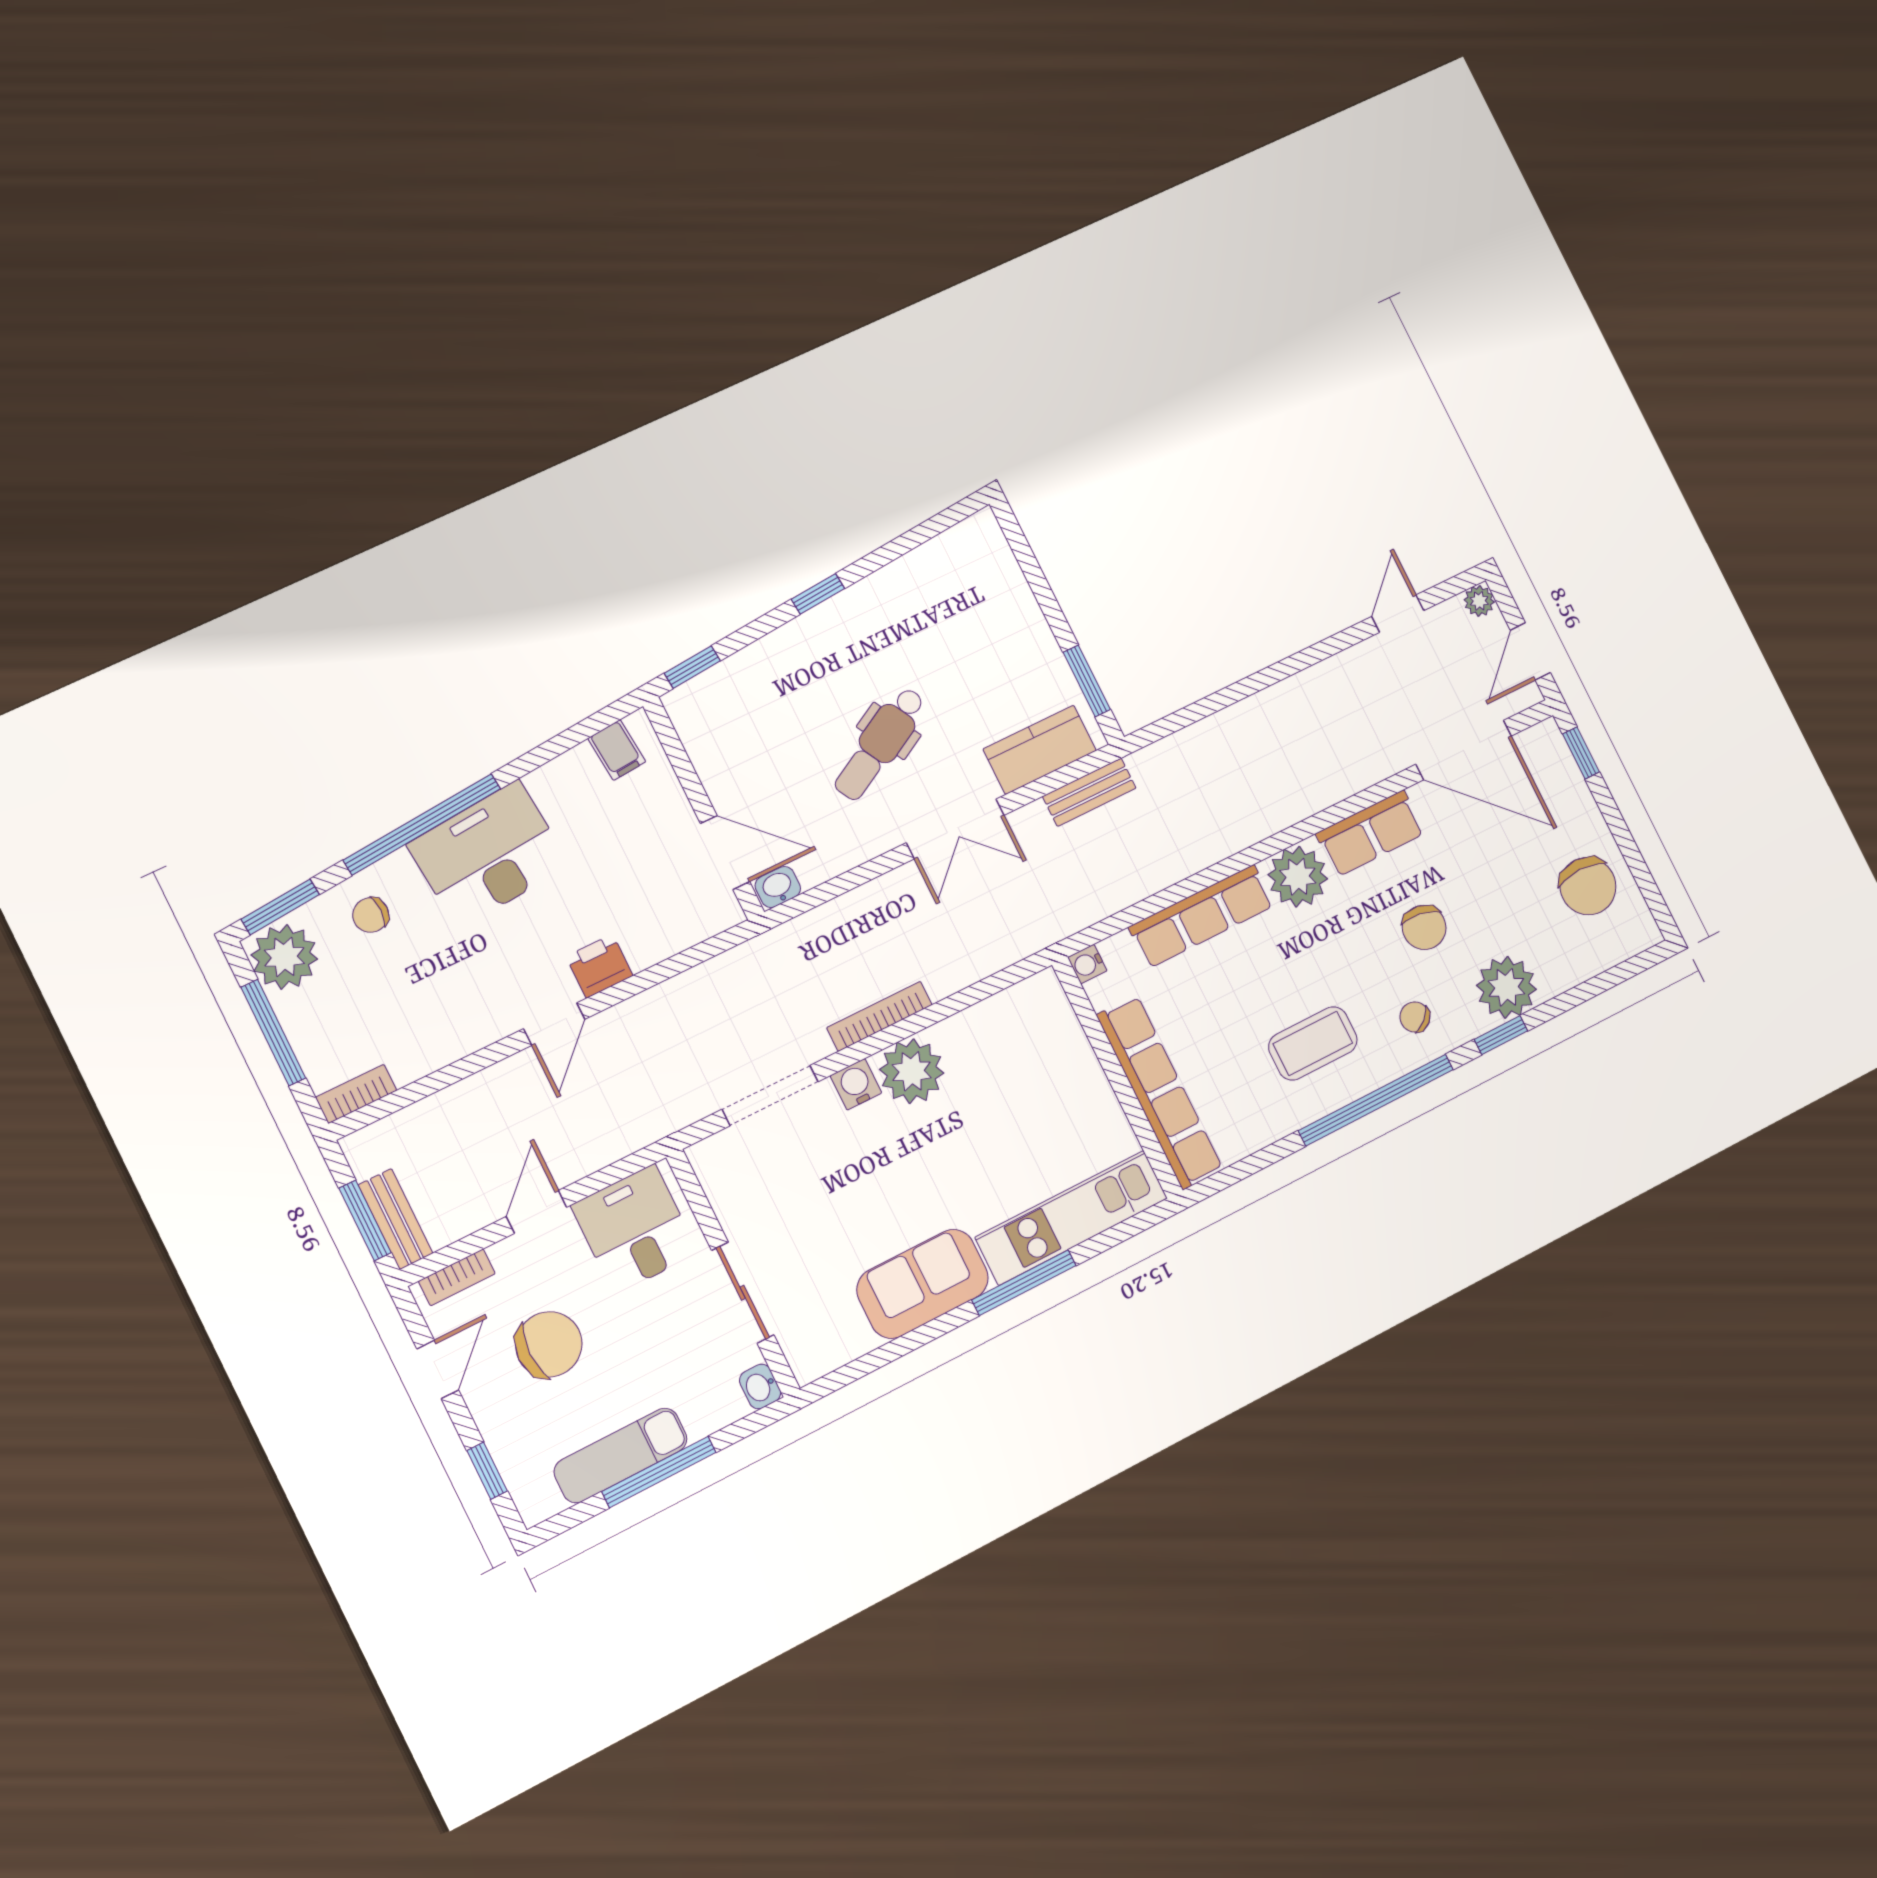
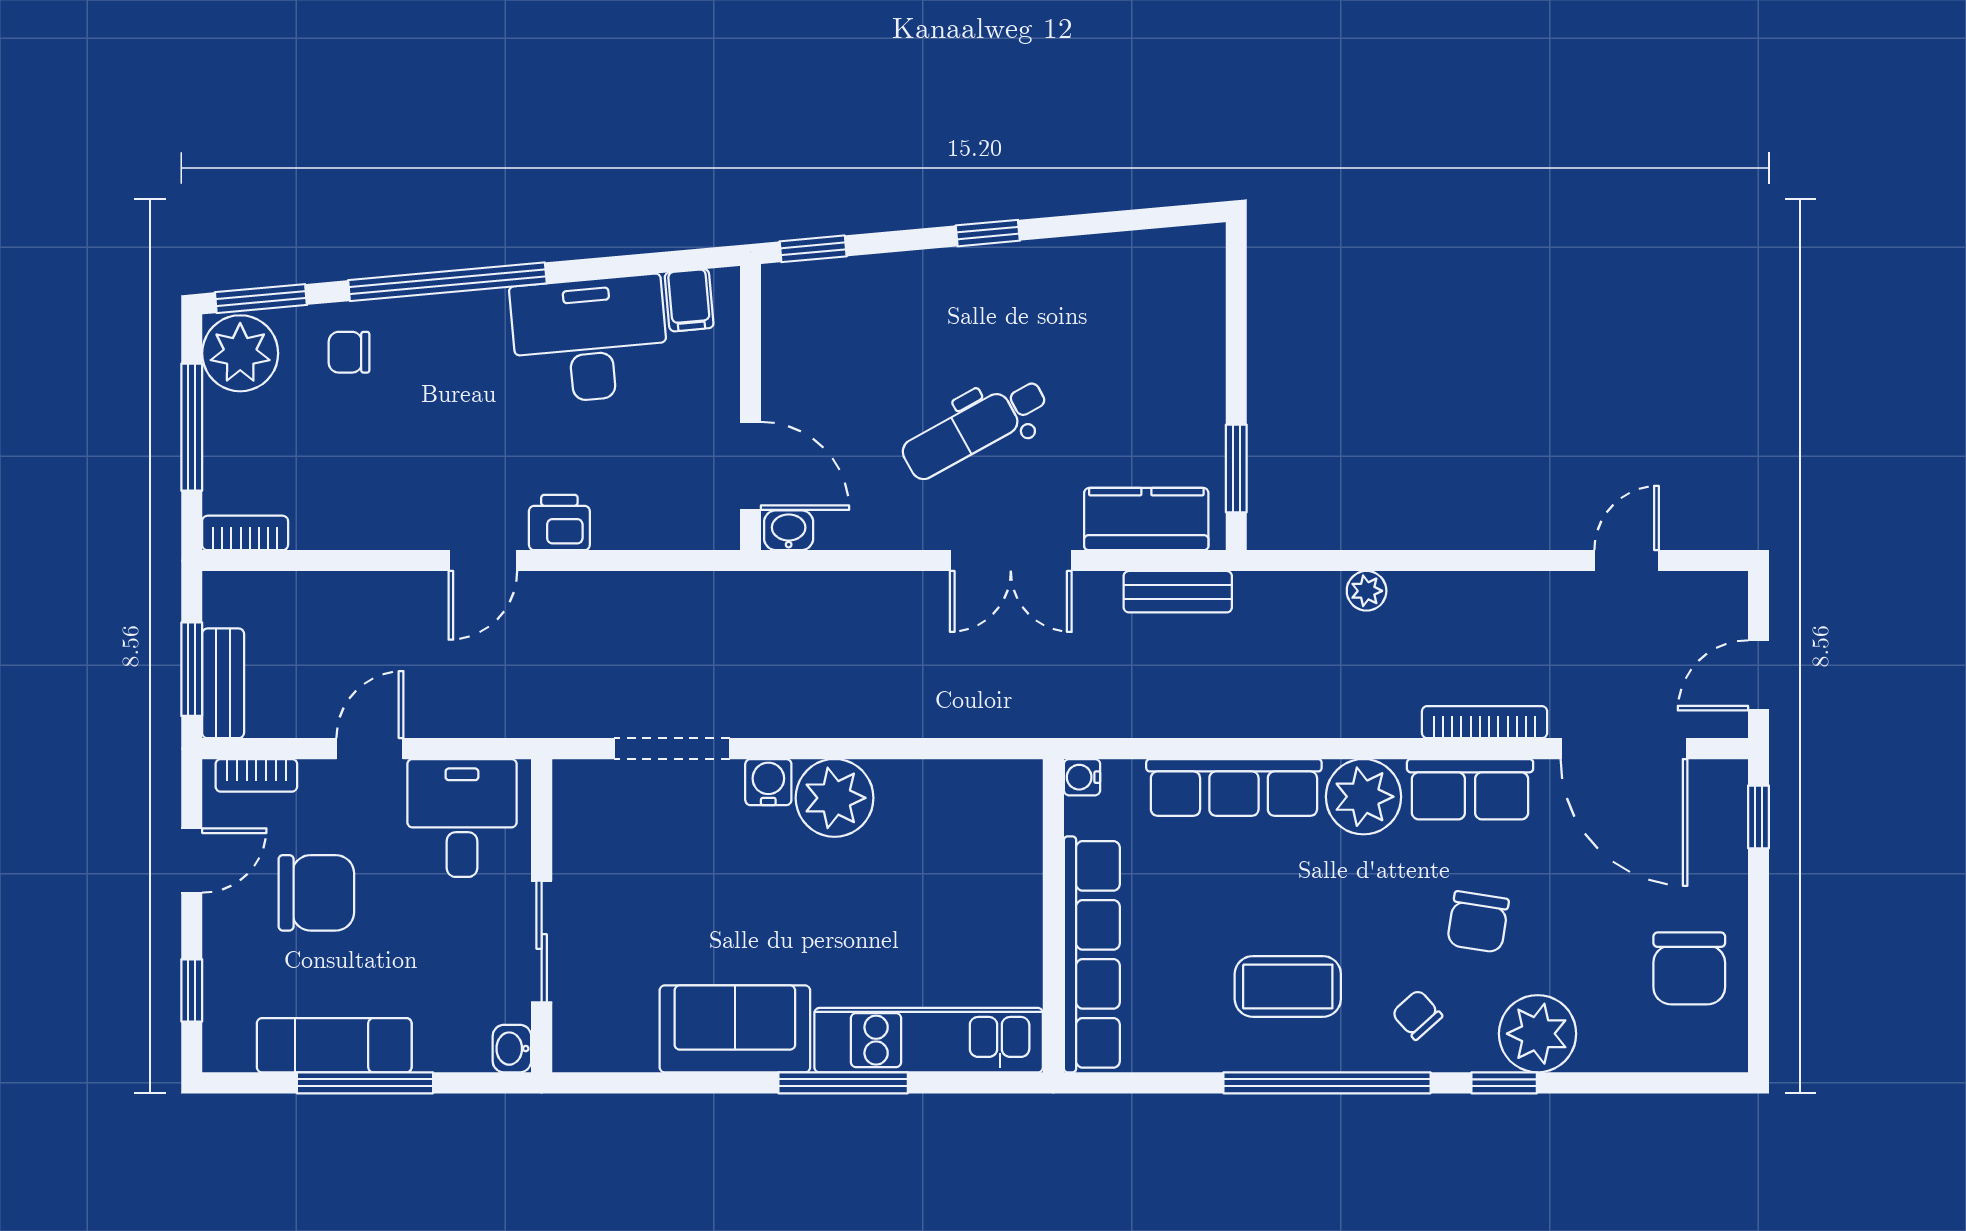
plant: (1479, 601) -> (1367, 591), moved
desk: (489, 855) -> (590, 339), moved
bookcase: (879, 1016) -> (1485, 722), moved

